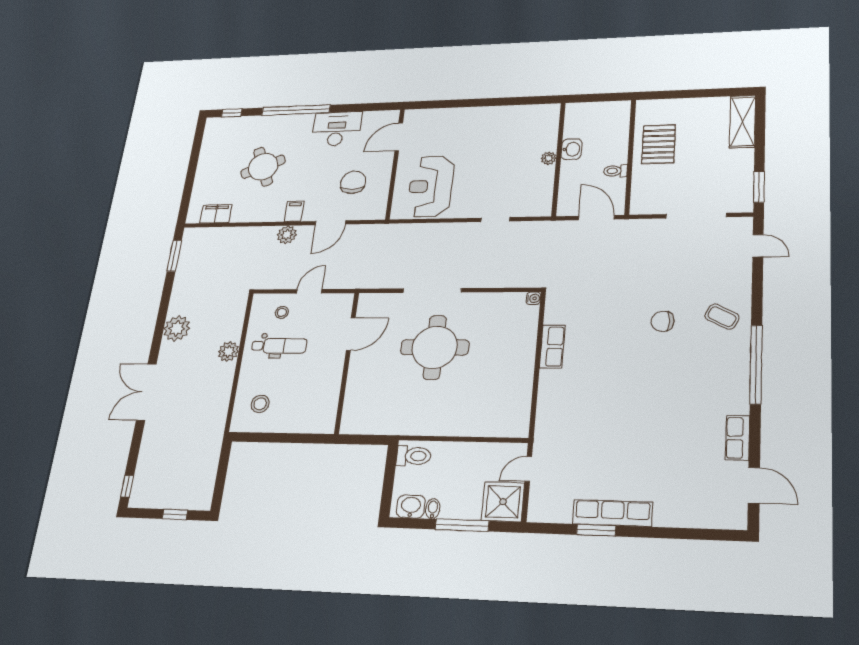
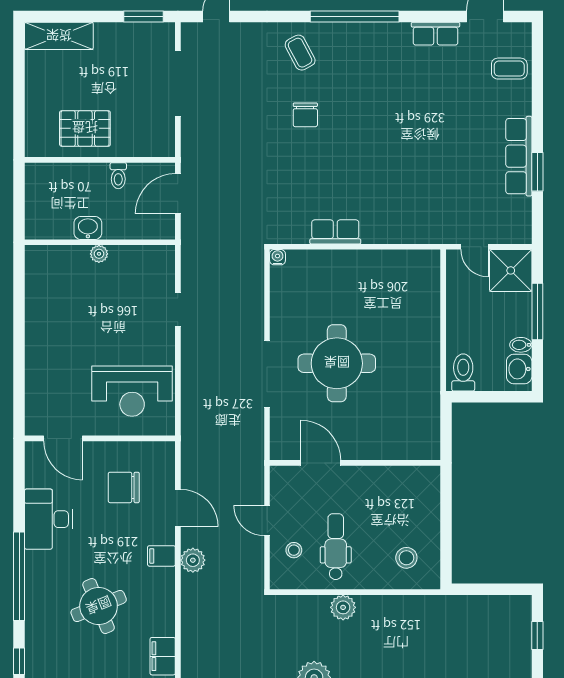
coffee table: (722, 317) -> (300, 53), turned -56
coffee table: (700, 507) -> (509, 69), added

